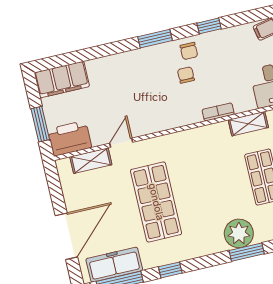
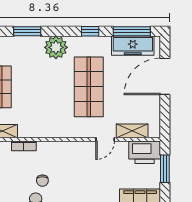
plant: (239, 233) -> (56, 47), moved

